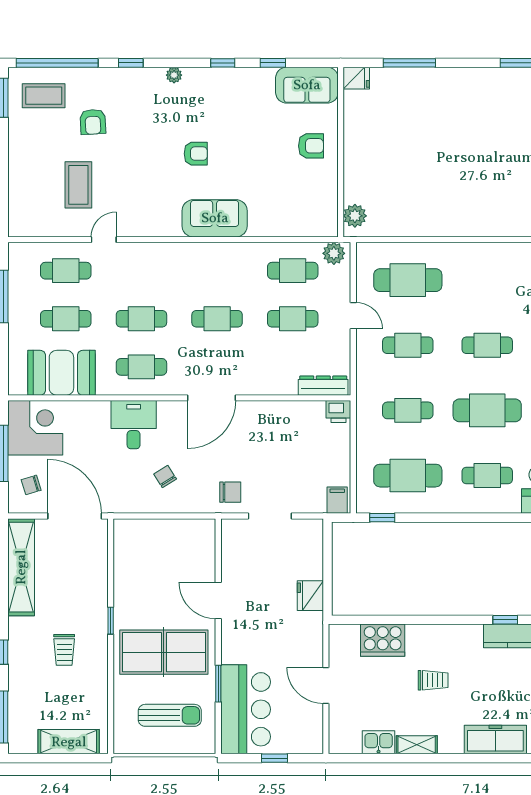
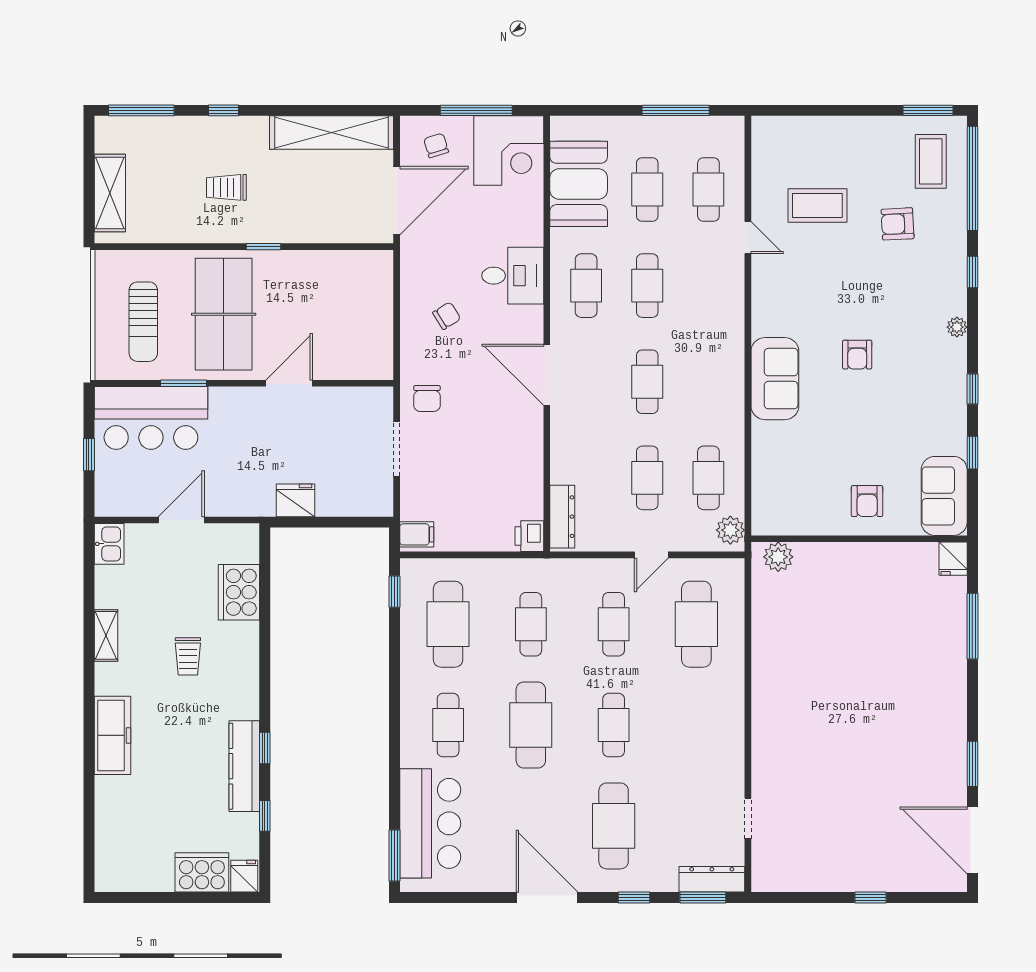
kitchen sink: (379, 742) -> (109, 544), moved

